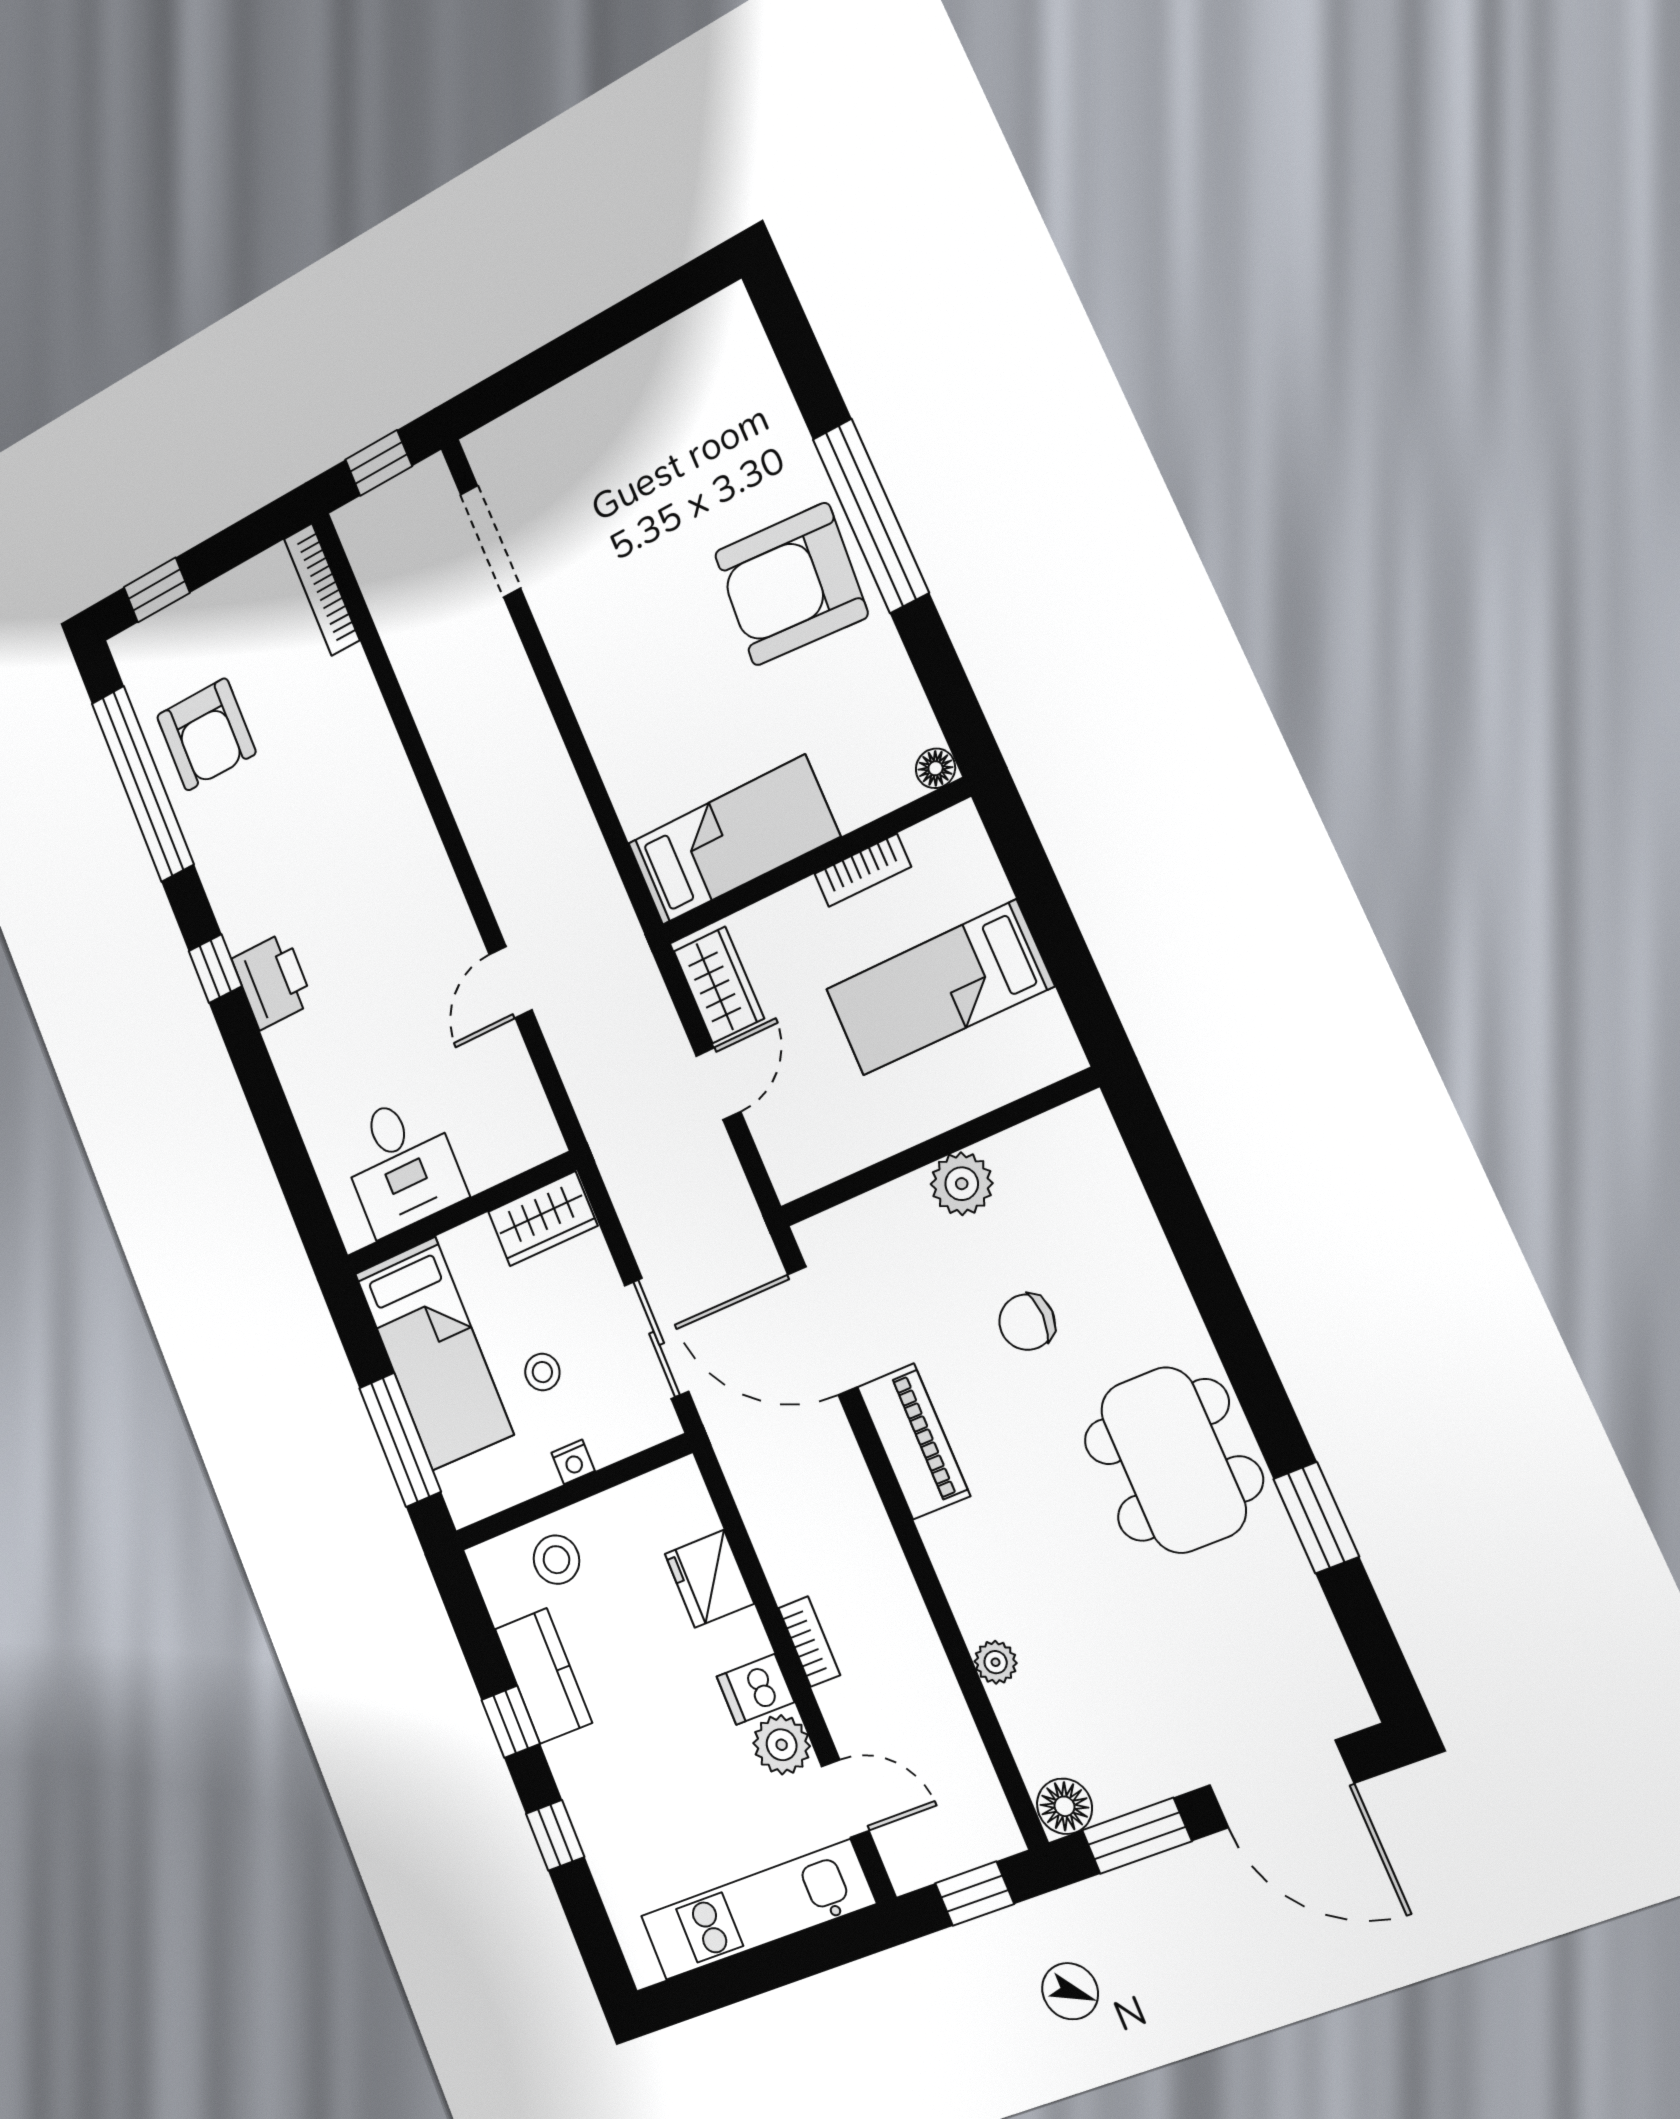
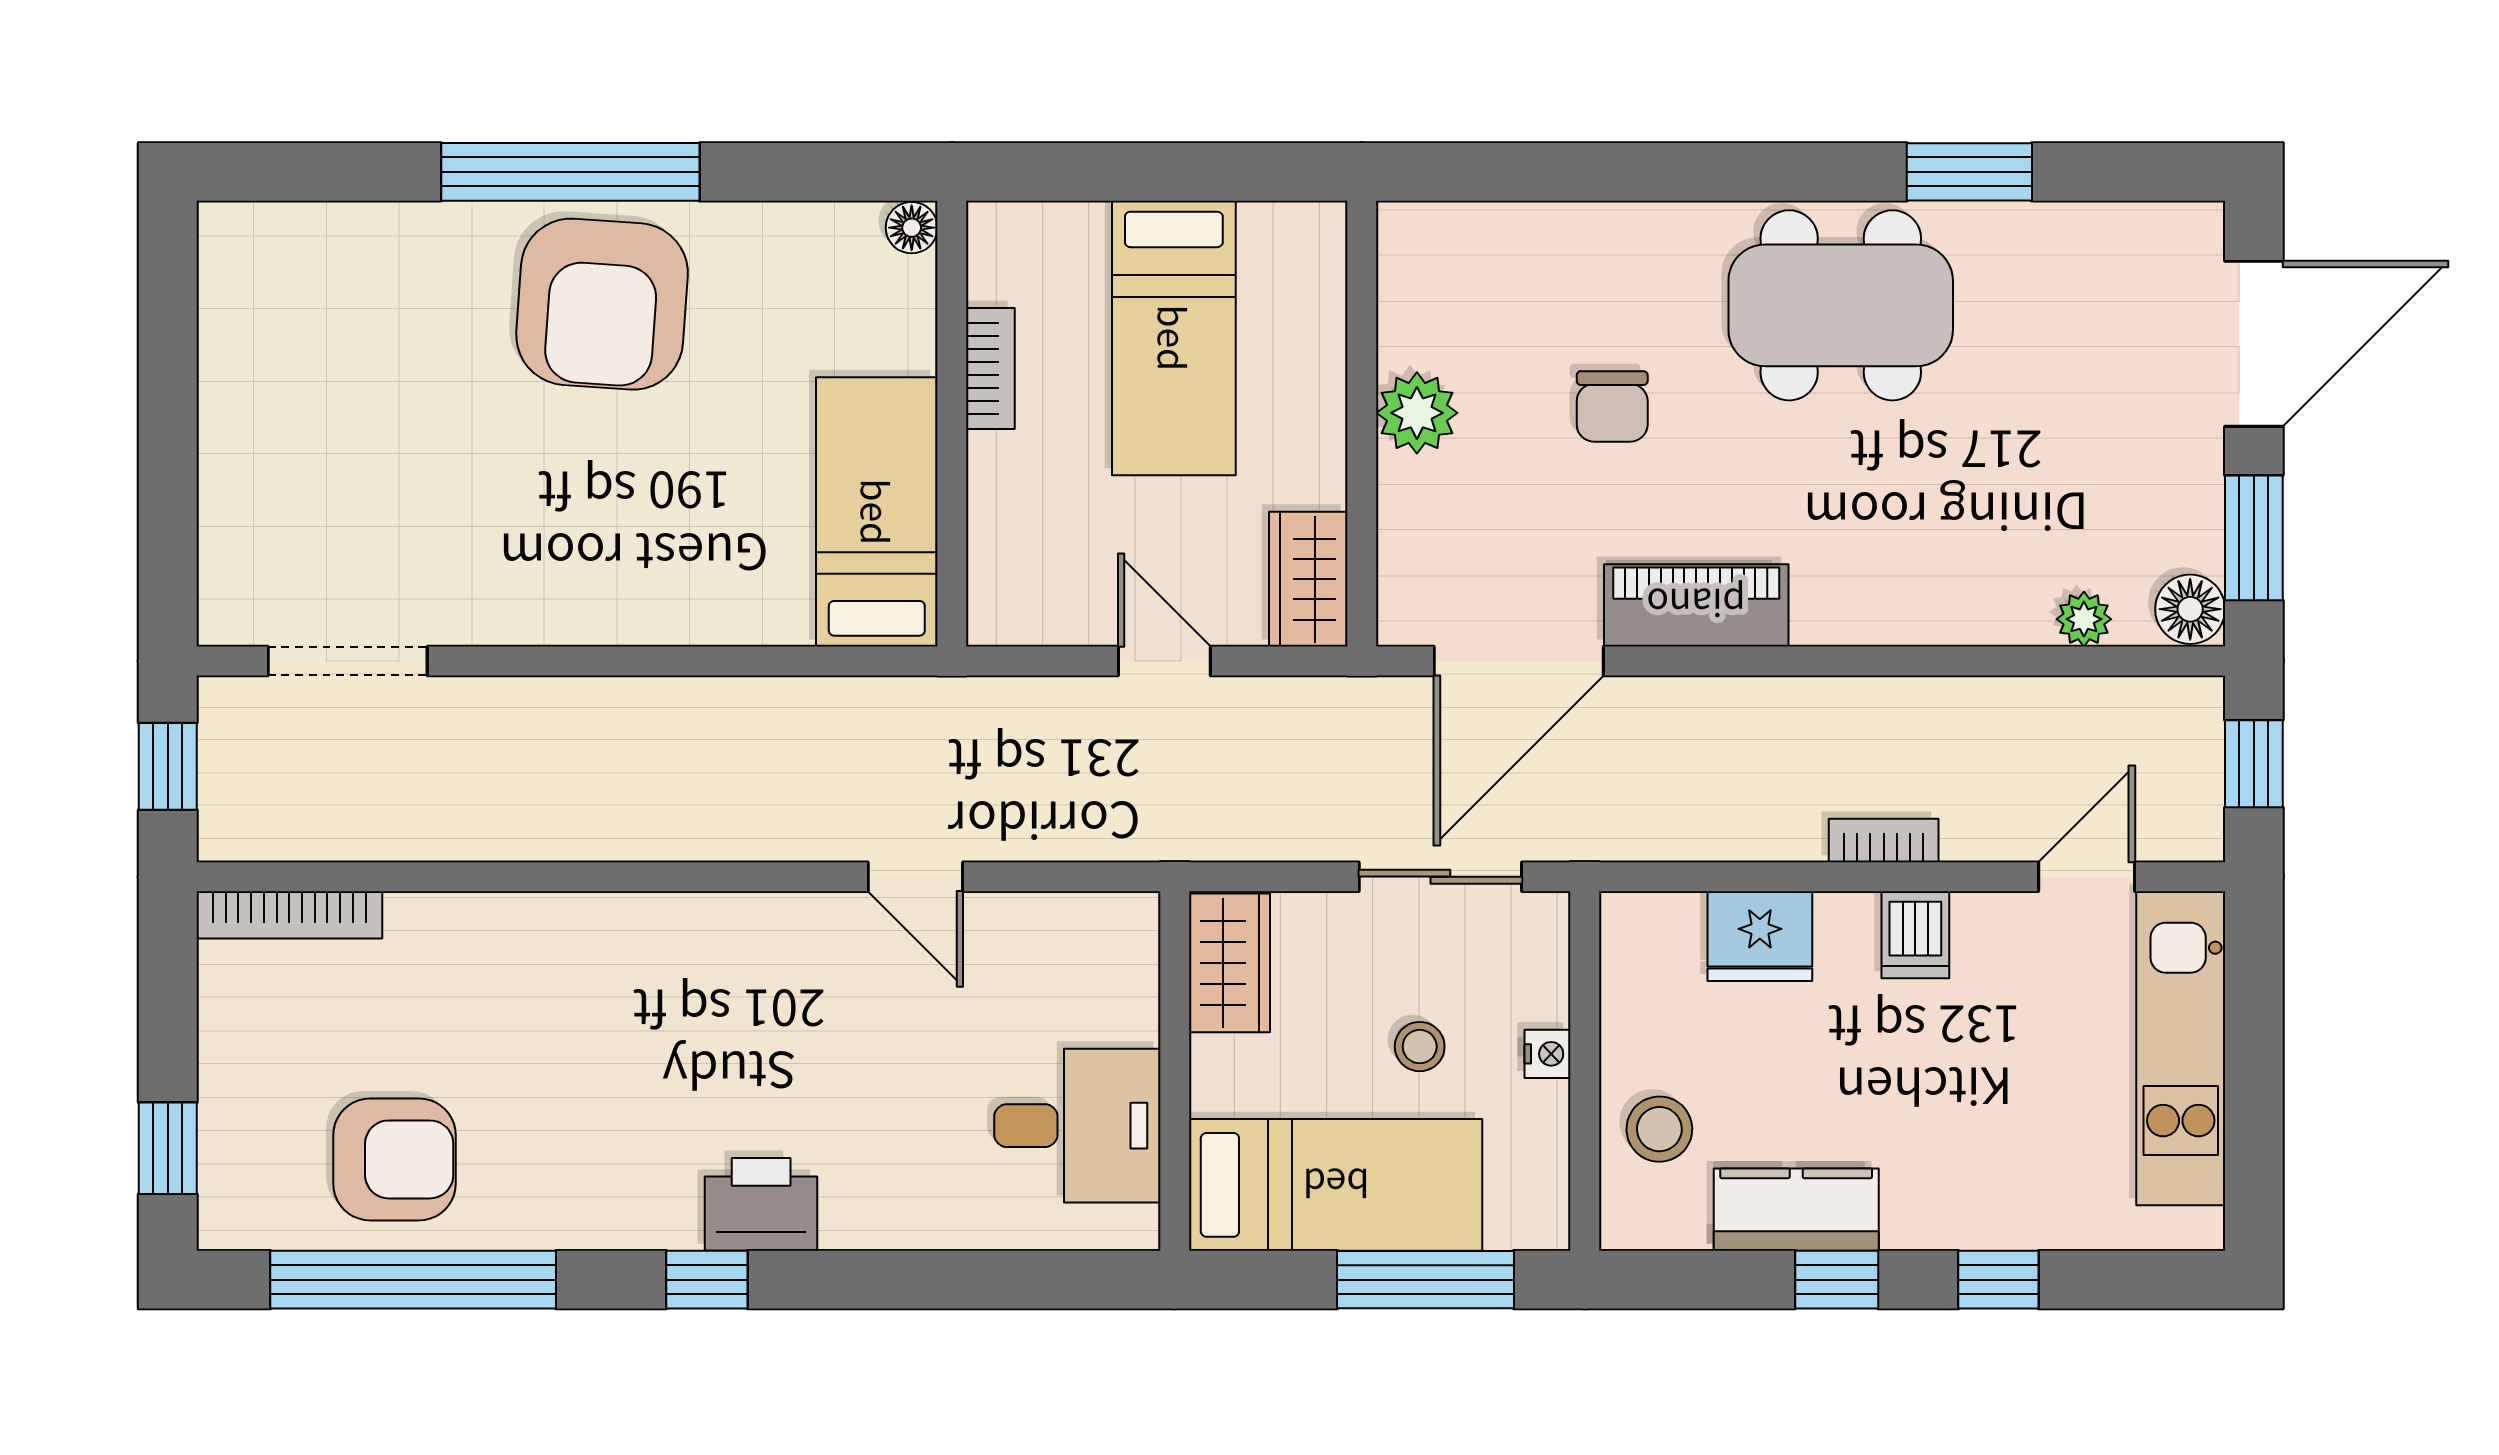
wardrobe: (719, 985) -> (1308, 579), moved, turned -90
plant: (996, 1662) -> (2084, 619), moved
plant: (782, 1745) -> (1994, 930), removed

